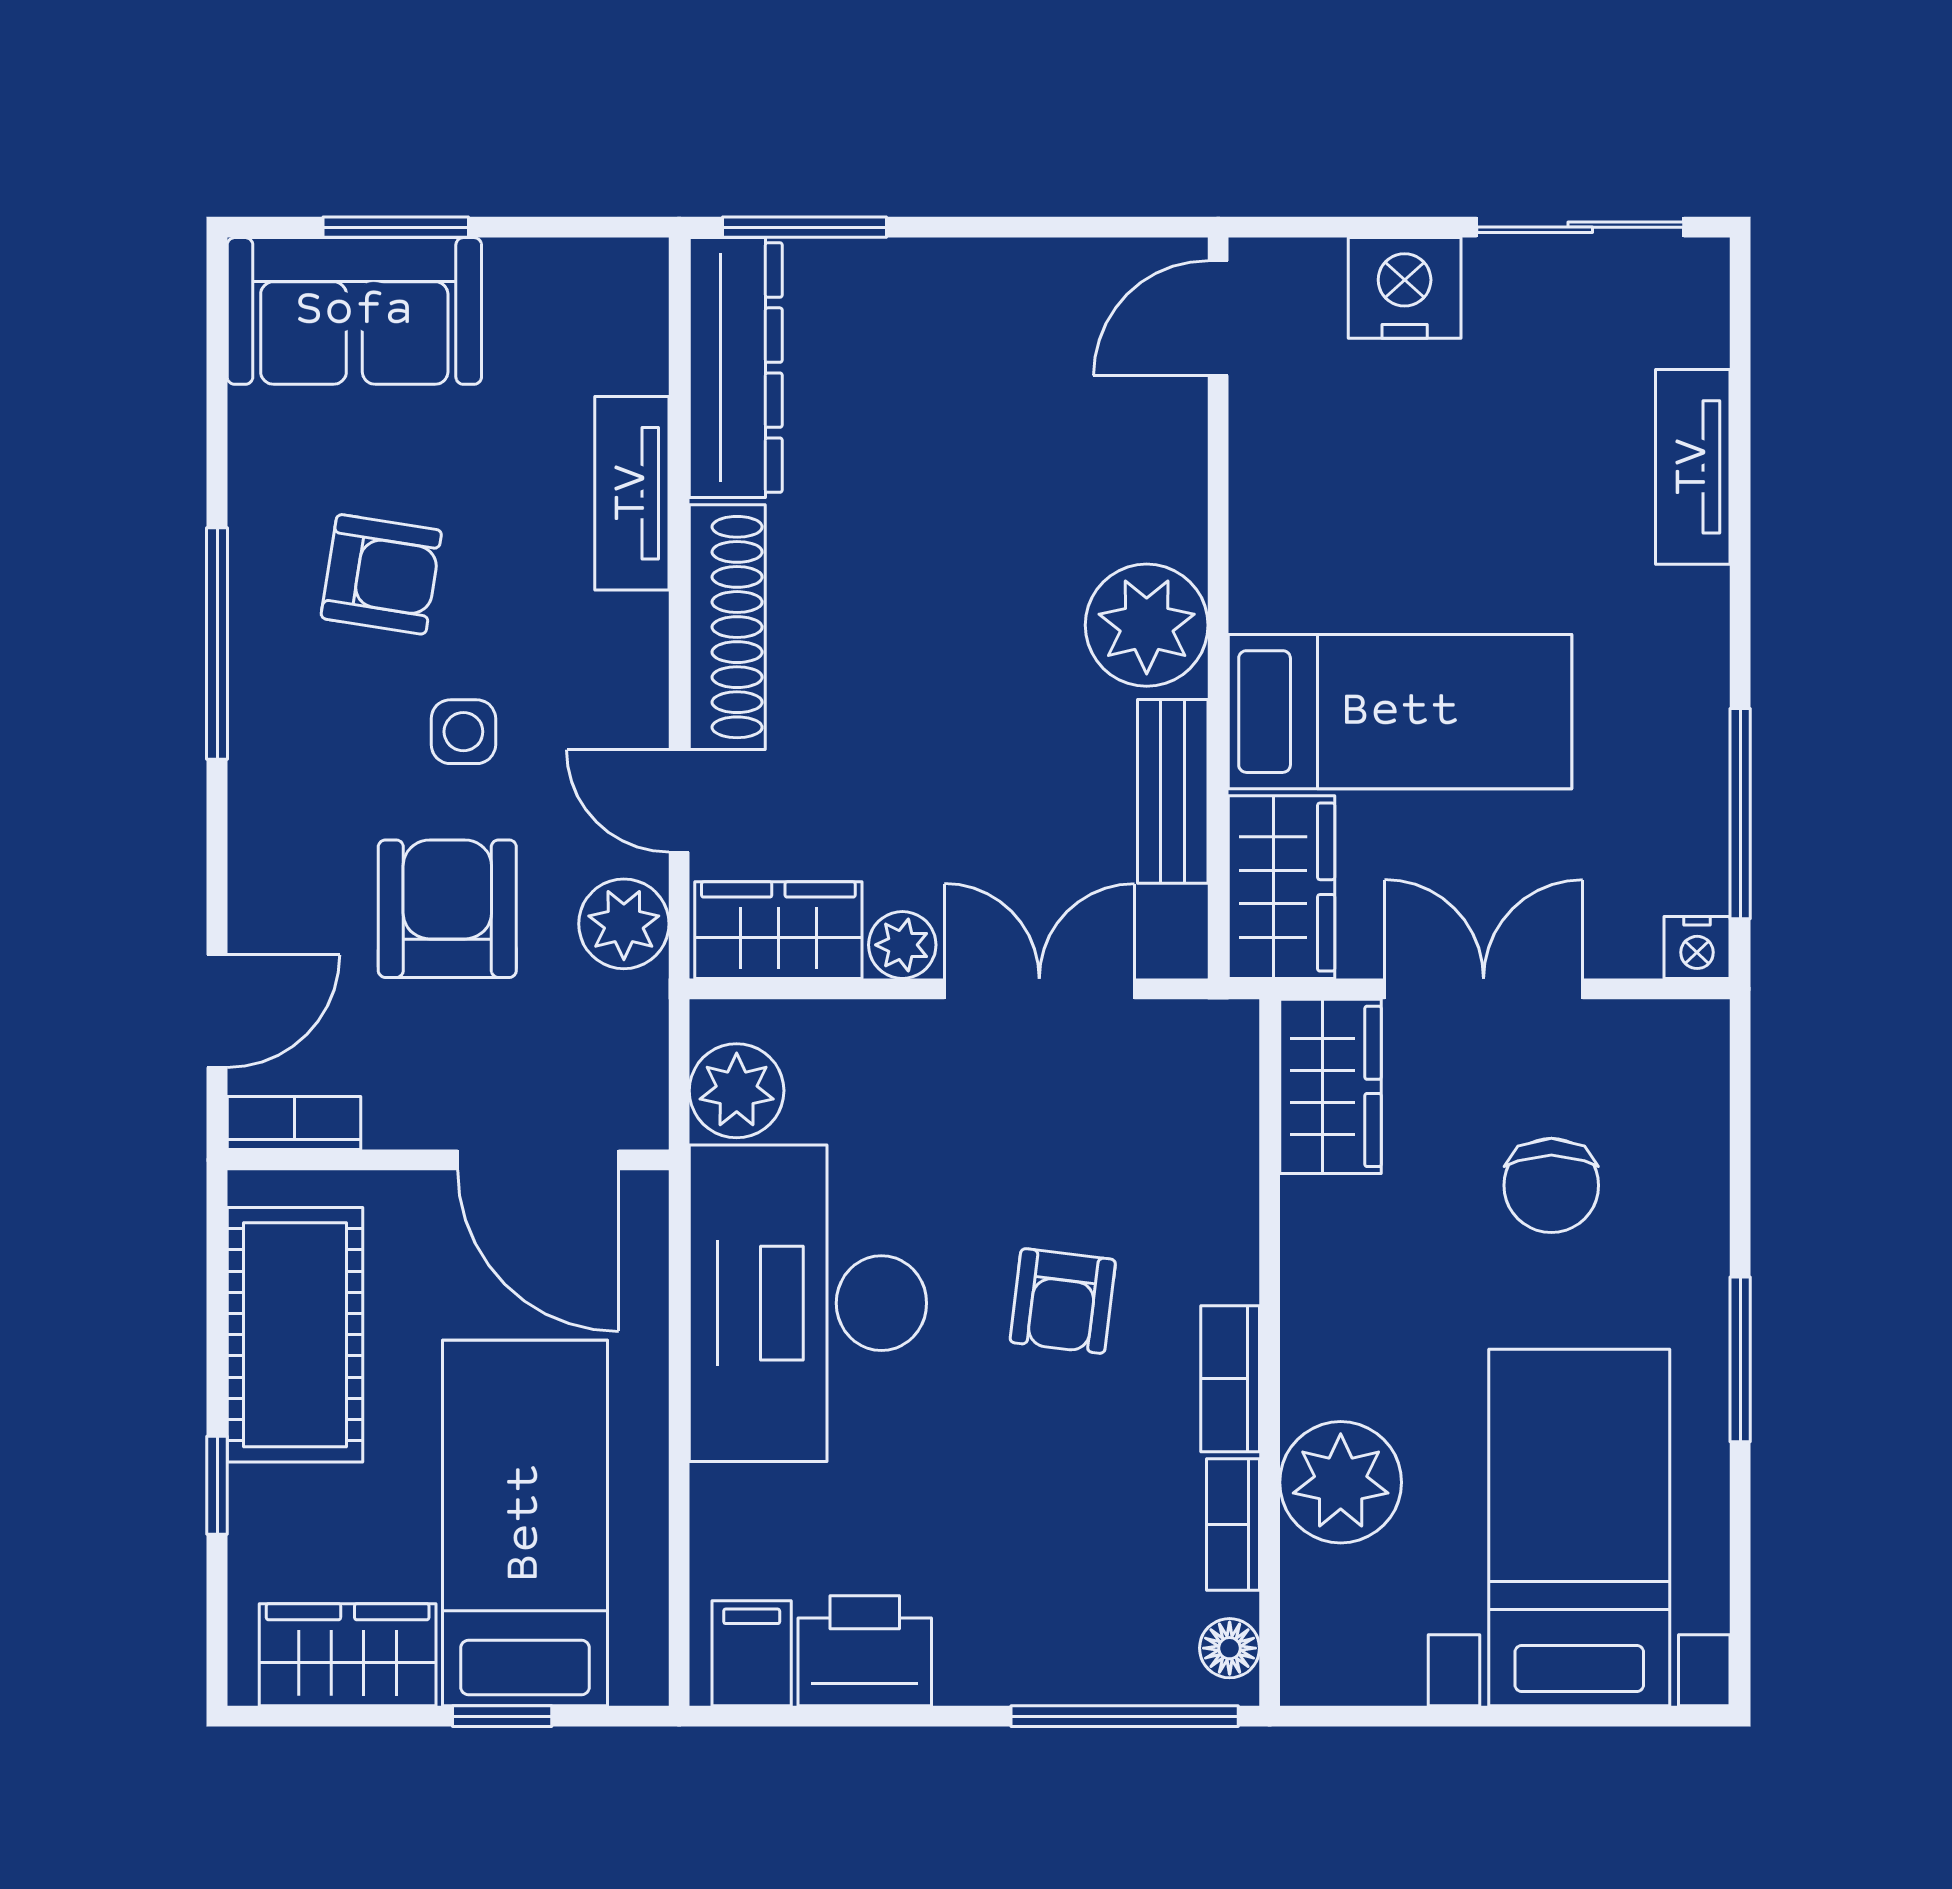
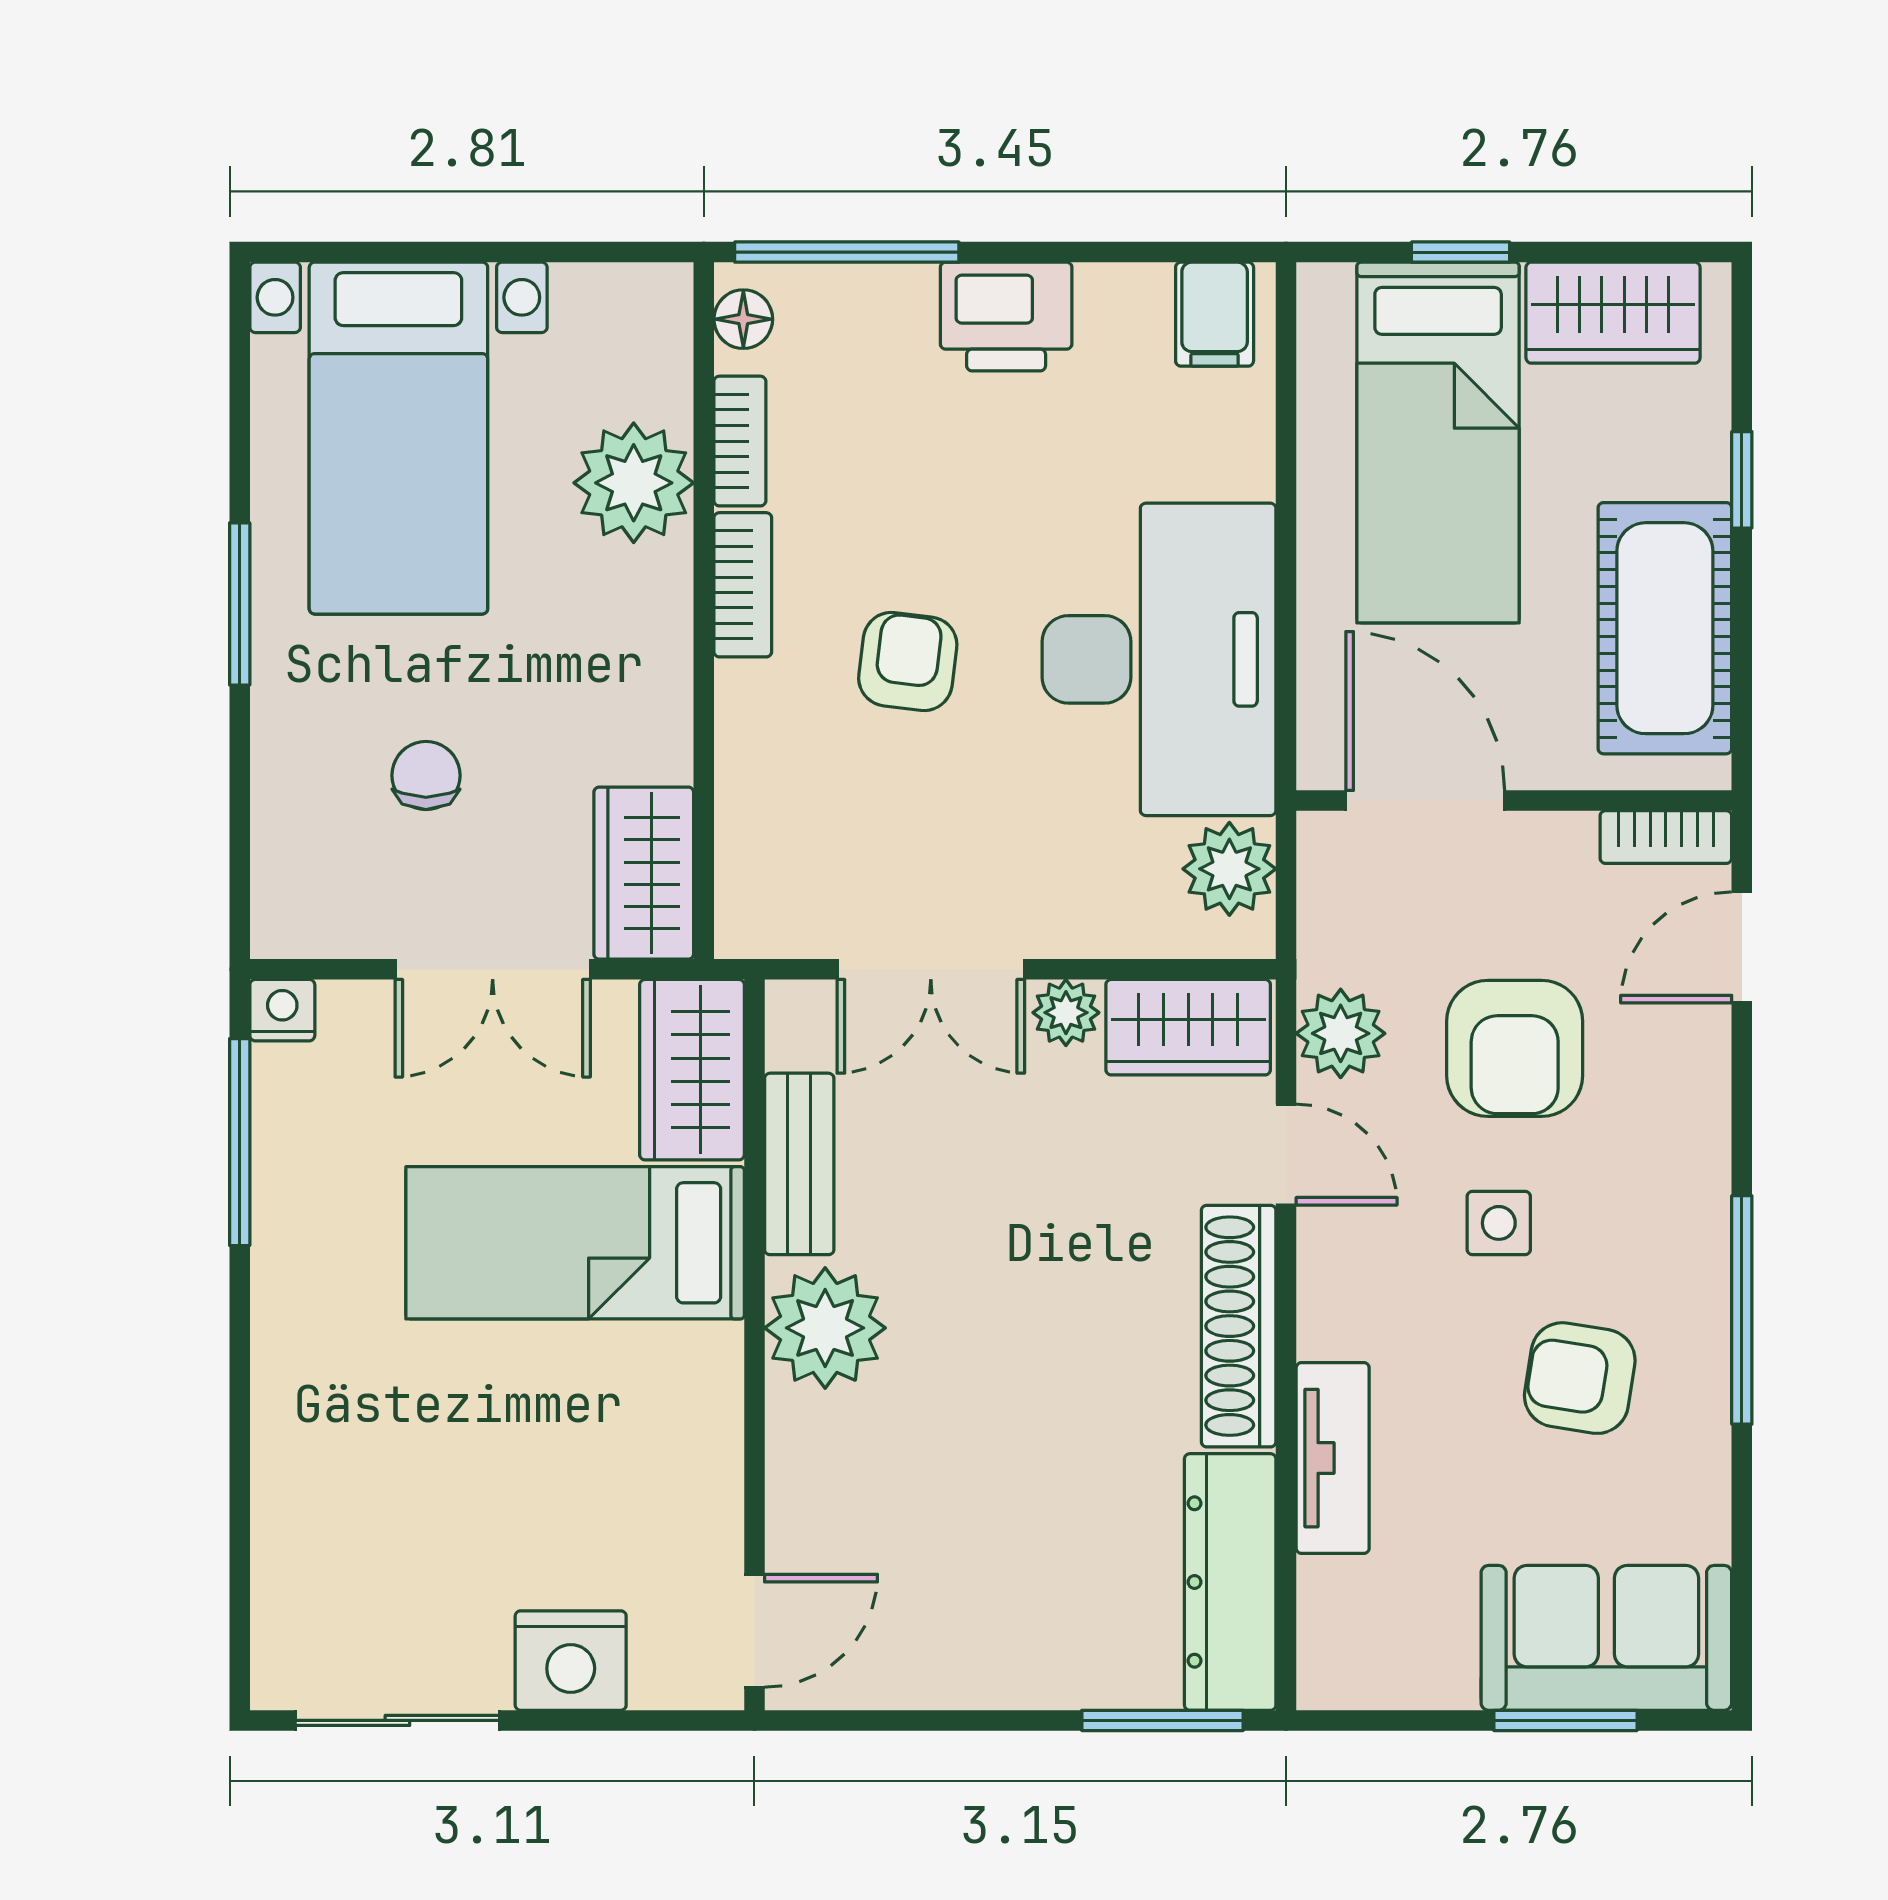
tv unit: (1693, 467) -> (286, 1484), removed
chair: (1551, 1185) -> (426, 775), width x0.73, depth x0.73
printer: (865, 1651) -> (1006, 317), moved

